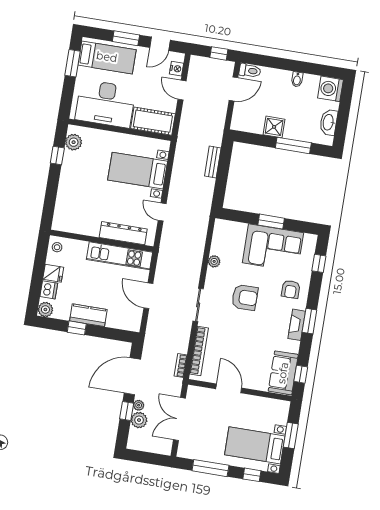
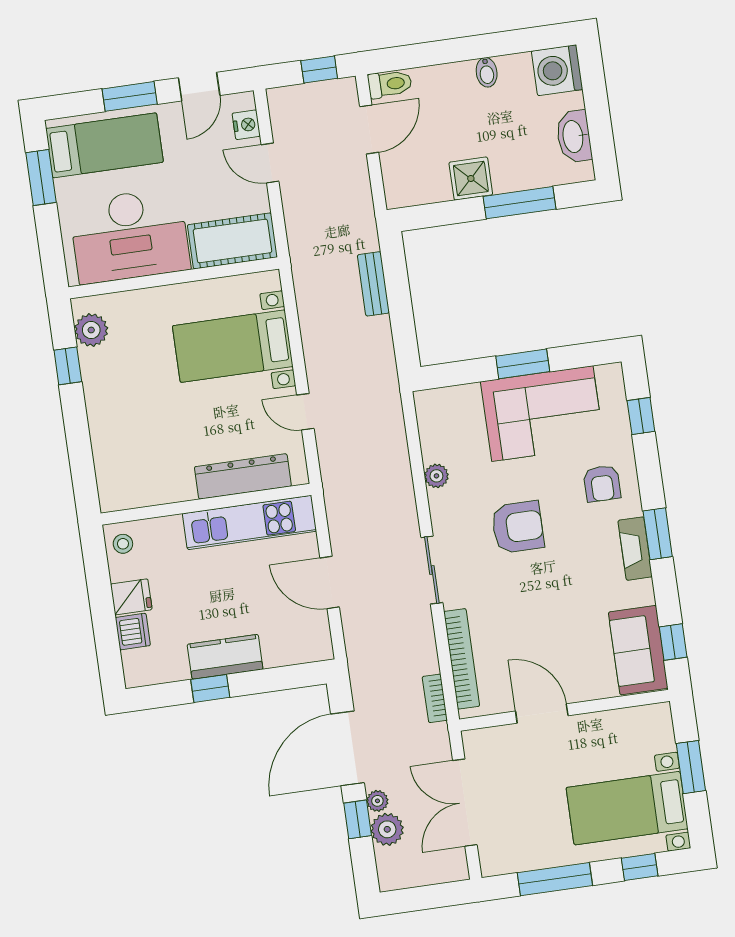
plant: (45, 310) -> (138, 672), removed

